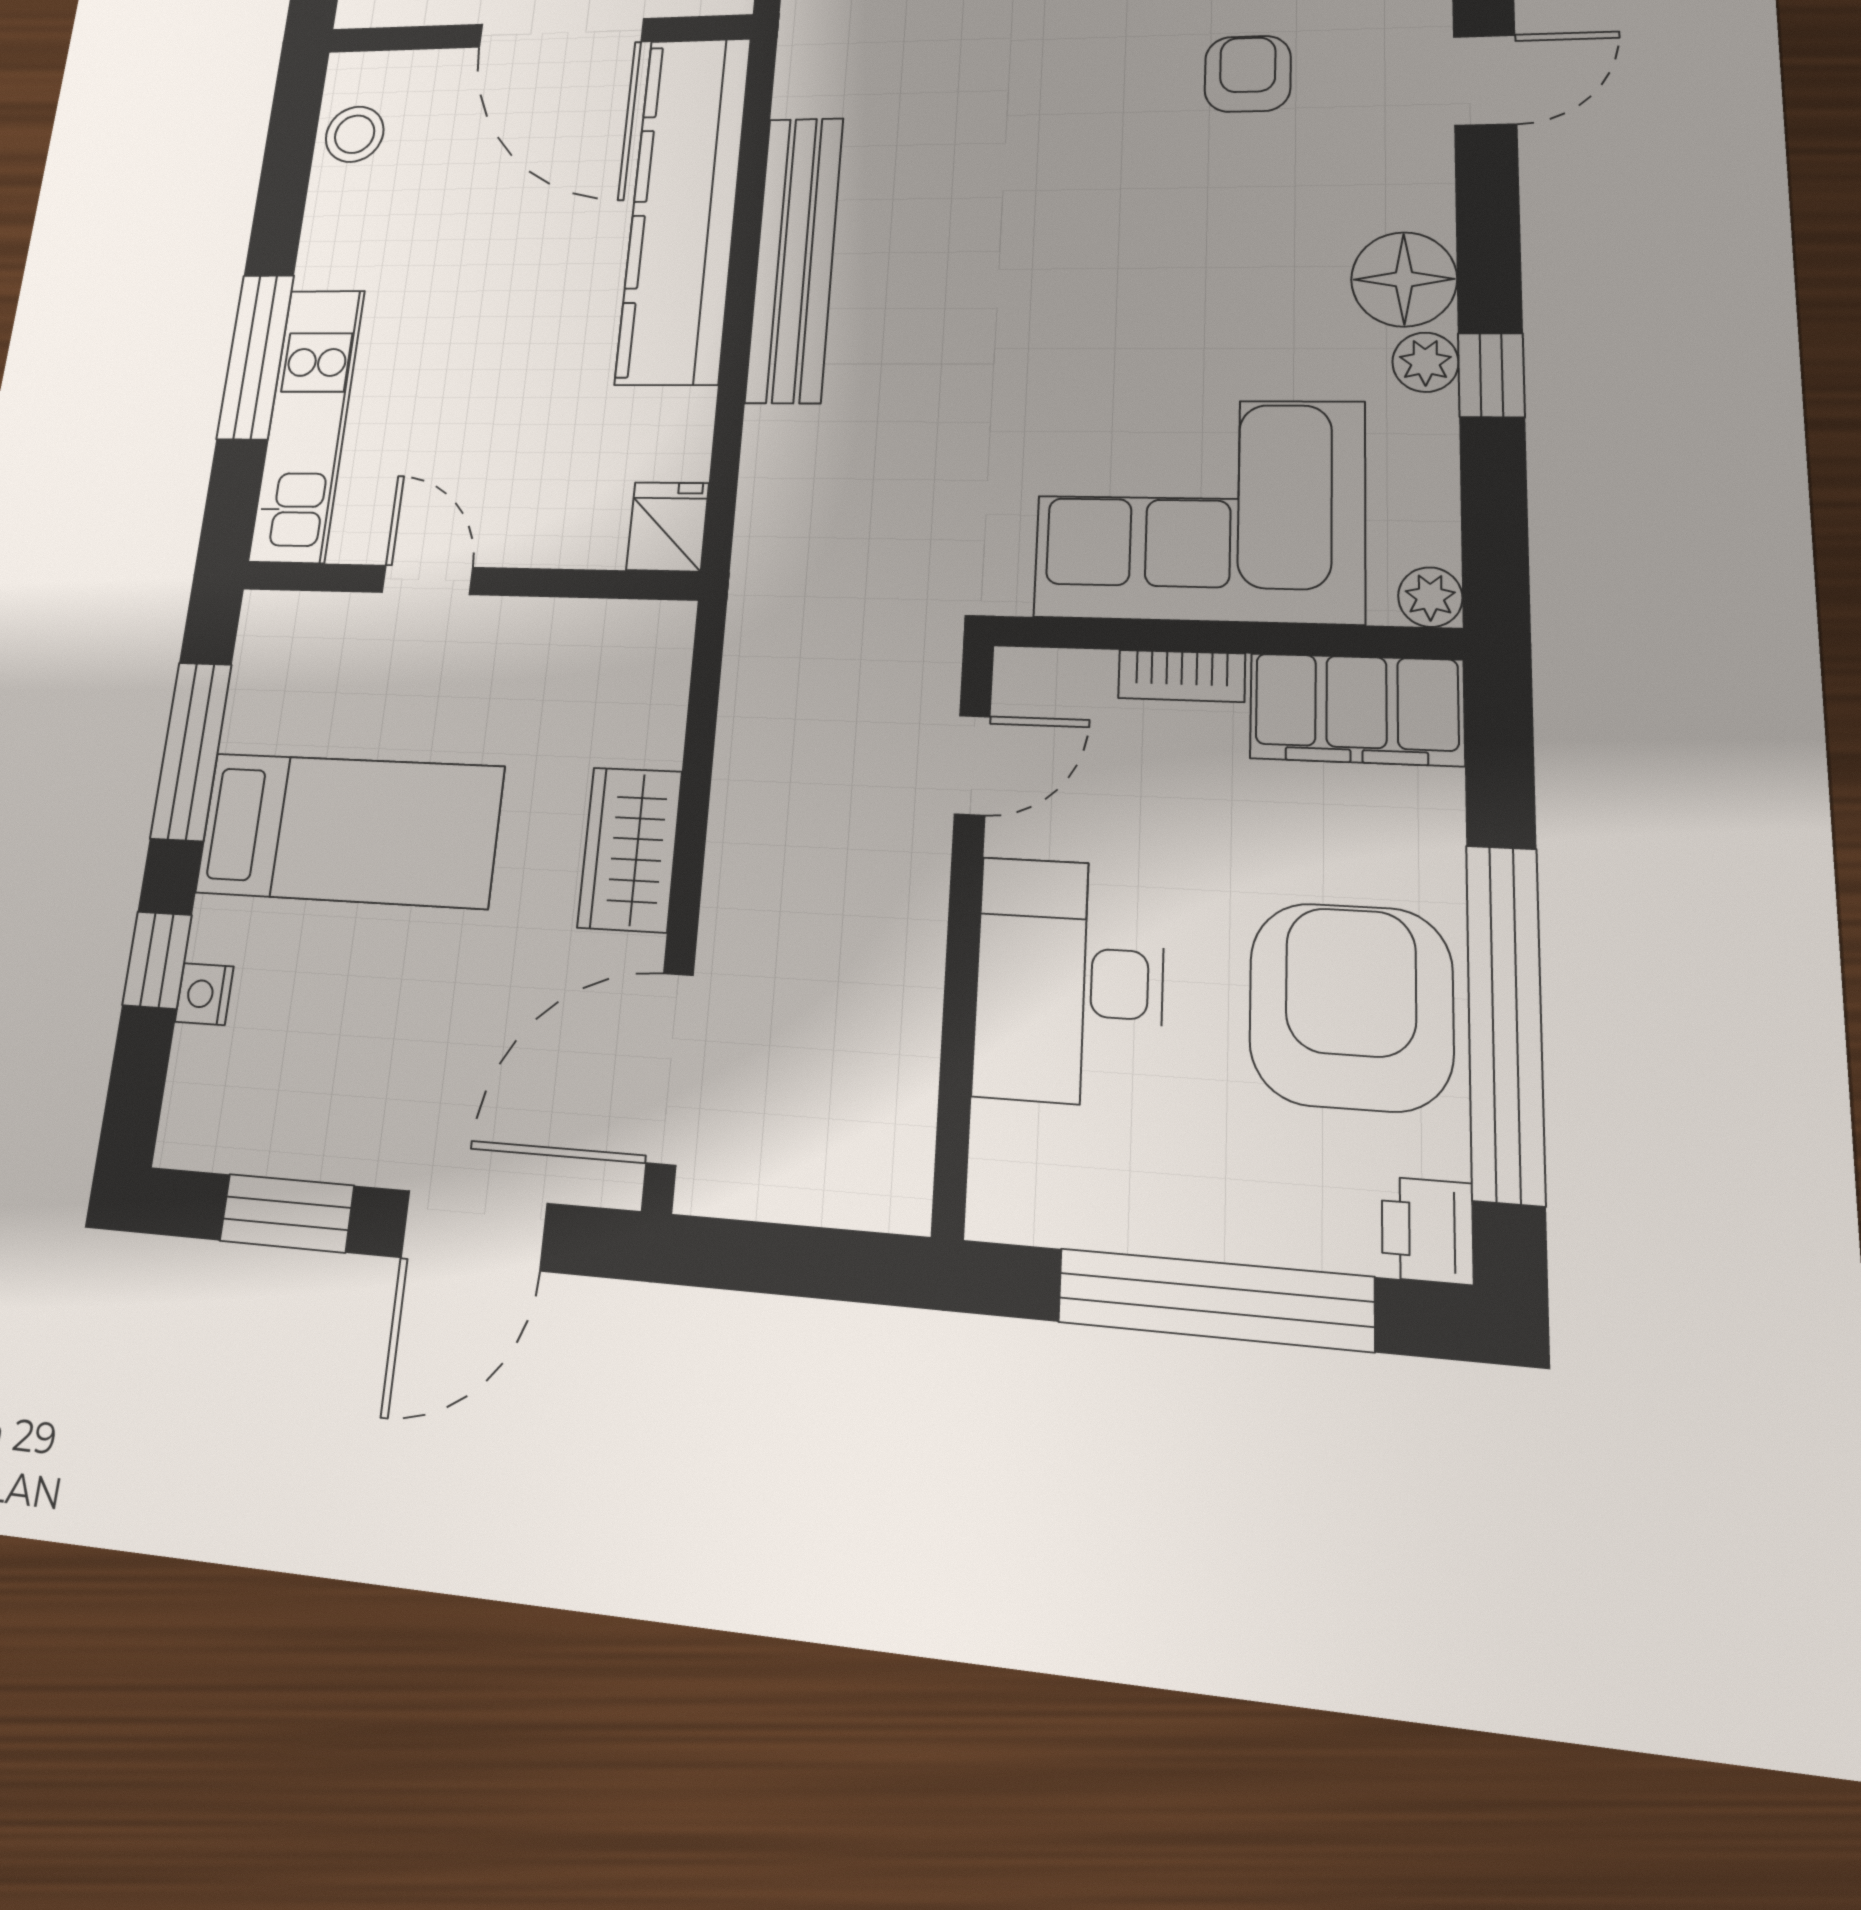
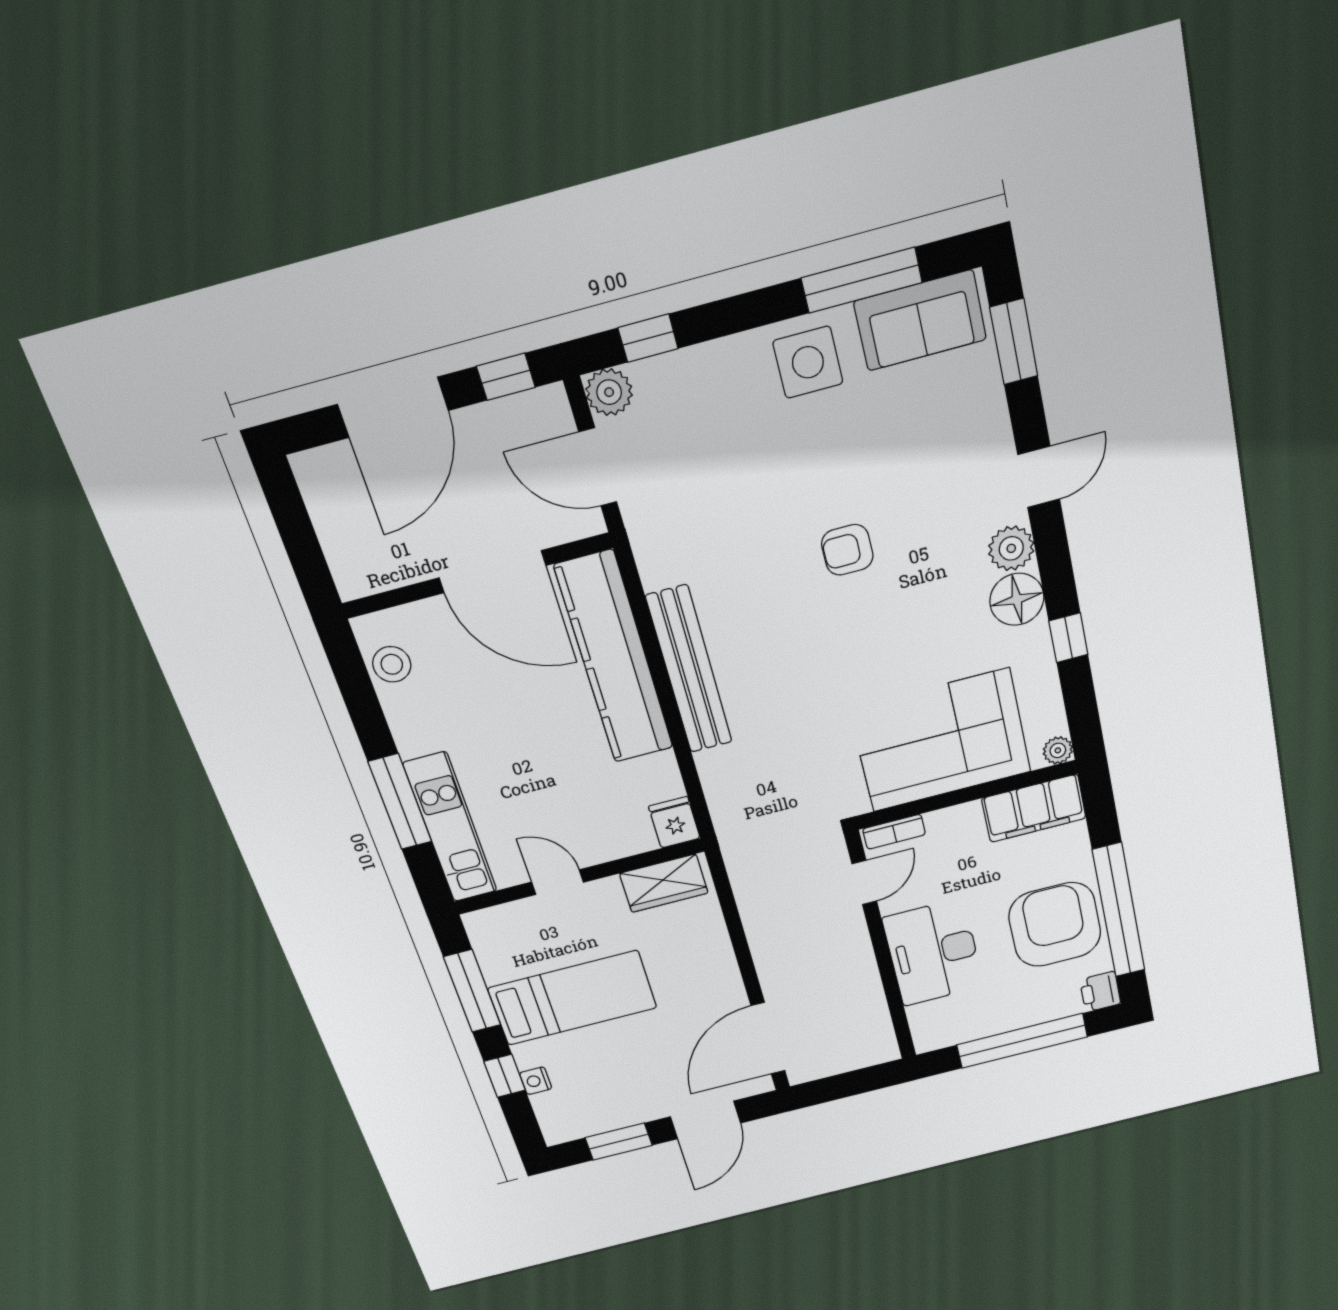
armchair: (1248, 74) -> (847, 550), moved, turned -90
plant: (1425, 362) -> (1011, 548), moved, width x1.38, depth x1.38
bookcase: (1182, 676) -> (894, 832), moved
wardrobe: (630, 849) -> (664, 883), moved, turned -90

